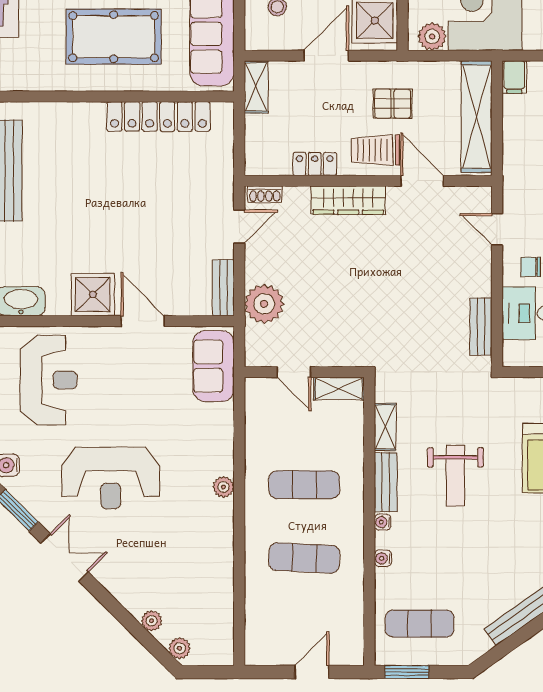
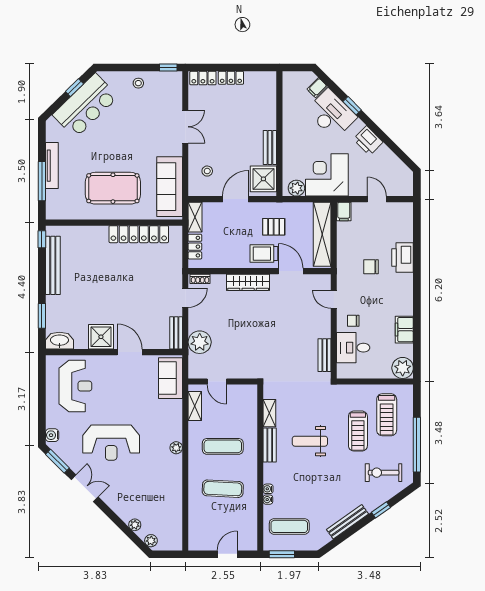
locker: (315, 164) -> (195, 247), moved, turned 90
shelving: (339, 389) -> (195, 406), moved, turned 90
weight bench: (455, 476) -> (310, 441), turned 90
water cooler: (383, 522) -> (268, 500), moved

